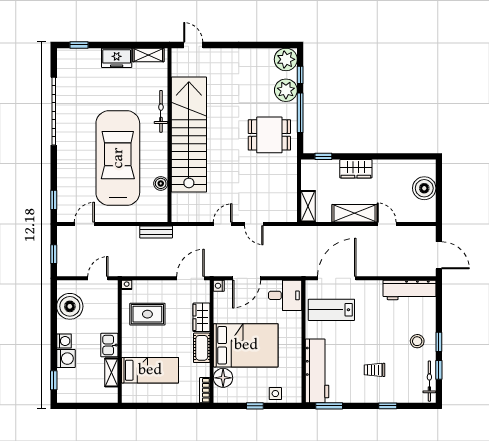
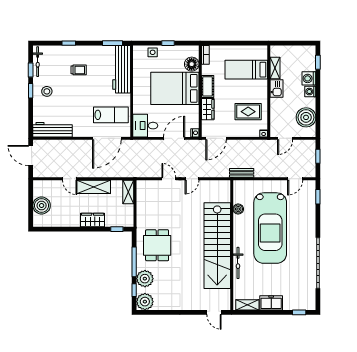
dining table: (269, 135) -> (157, 245), turned 90

